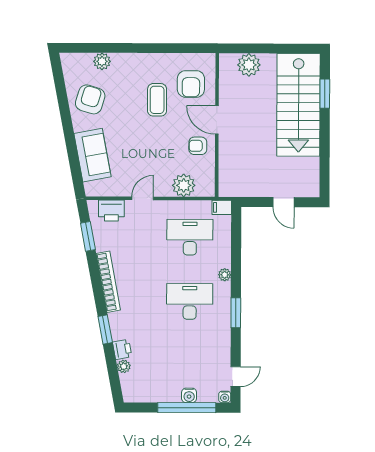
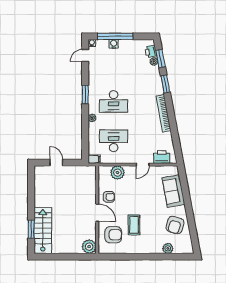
plant: (249, 65) -> (89, 247), moved
armchair: (191, 84) -> (113, 235), turned 90
stairs: (298, 105) -> (43, 231), width x0.73, depth x0.66
window: (88, 236) -> (160, 59), moved
desk: (190, 237) -> (114, 141), turned 180
printer: (122, 349) -> (151, 51), moved

